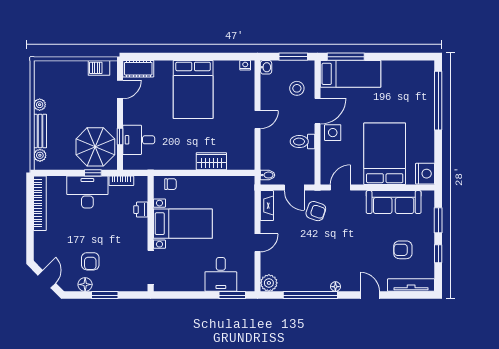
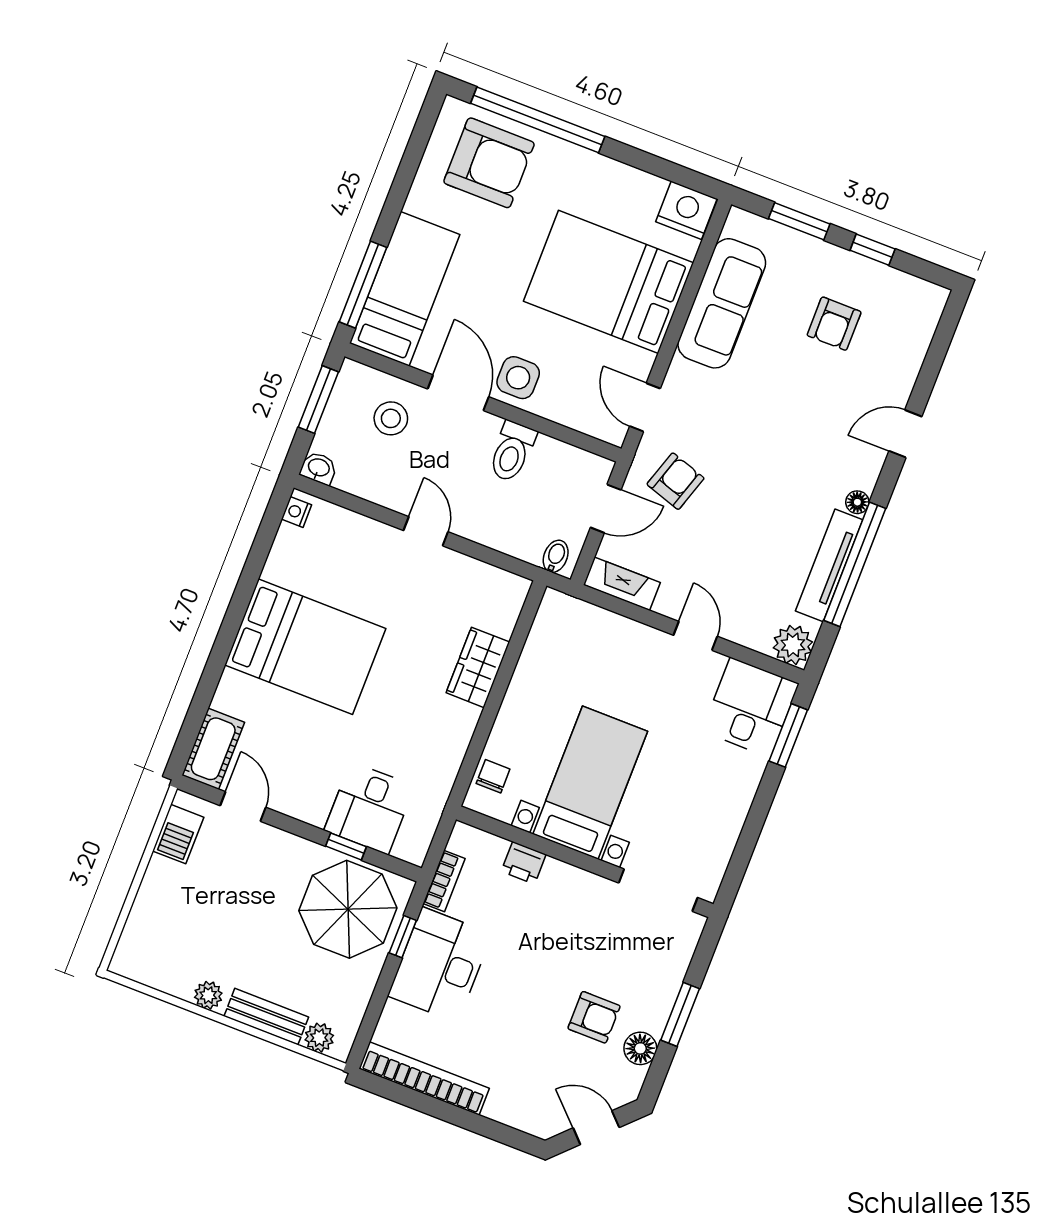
armchair: (414, 88) -> (489, 163), added
desk: (221, 274) -> (750, 707), moved, turned -90
tv unit: (411, 285) -> (829, 565), moved

